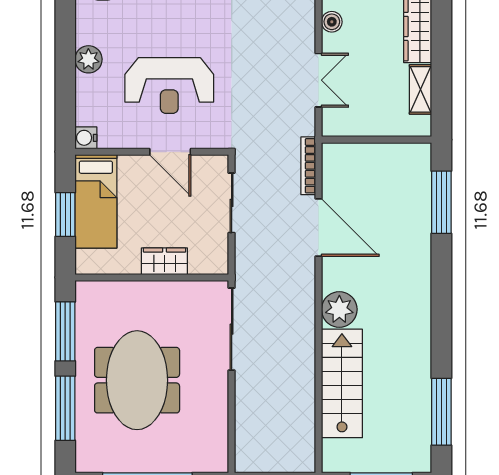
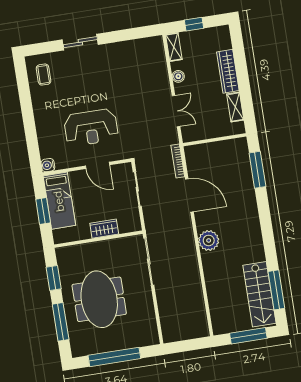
plant: (88, 59) -> (42, 120), removed
window: (65, 331) -> (54, 278), width x0.69
stairs: (342, 383) -> (259, 294), moved, turned 180

